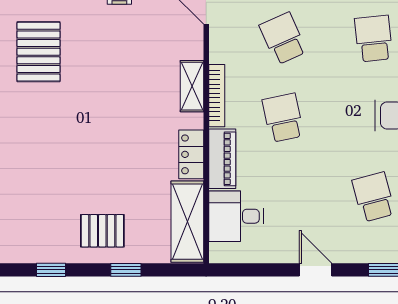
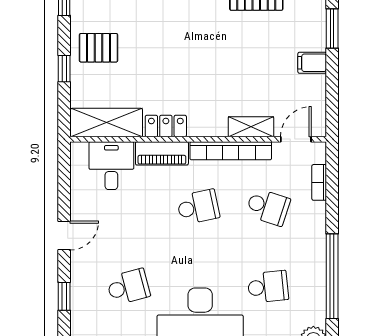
school desk: (283, 39) -> (268, 207), turned 42
shelving: (192, 86) -> (251, 127), moved
bookcase: (217, 96) -> (231, 151), width x1.48, depth x1.31
pallet: (102, 231) -> (99, 48), turned 90

